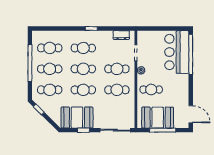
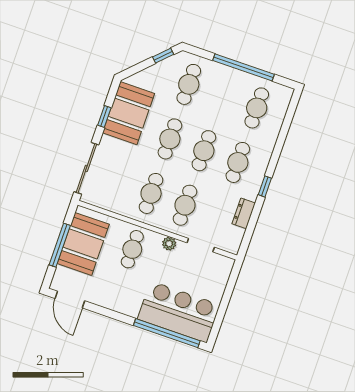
dresser: (121, 35) -> (244, 213), moved
cafe table: (50, 69) -> (223, 96), removed
door: (191, 114) -> (70, 300), hinge flipped

